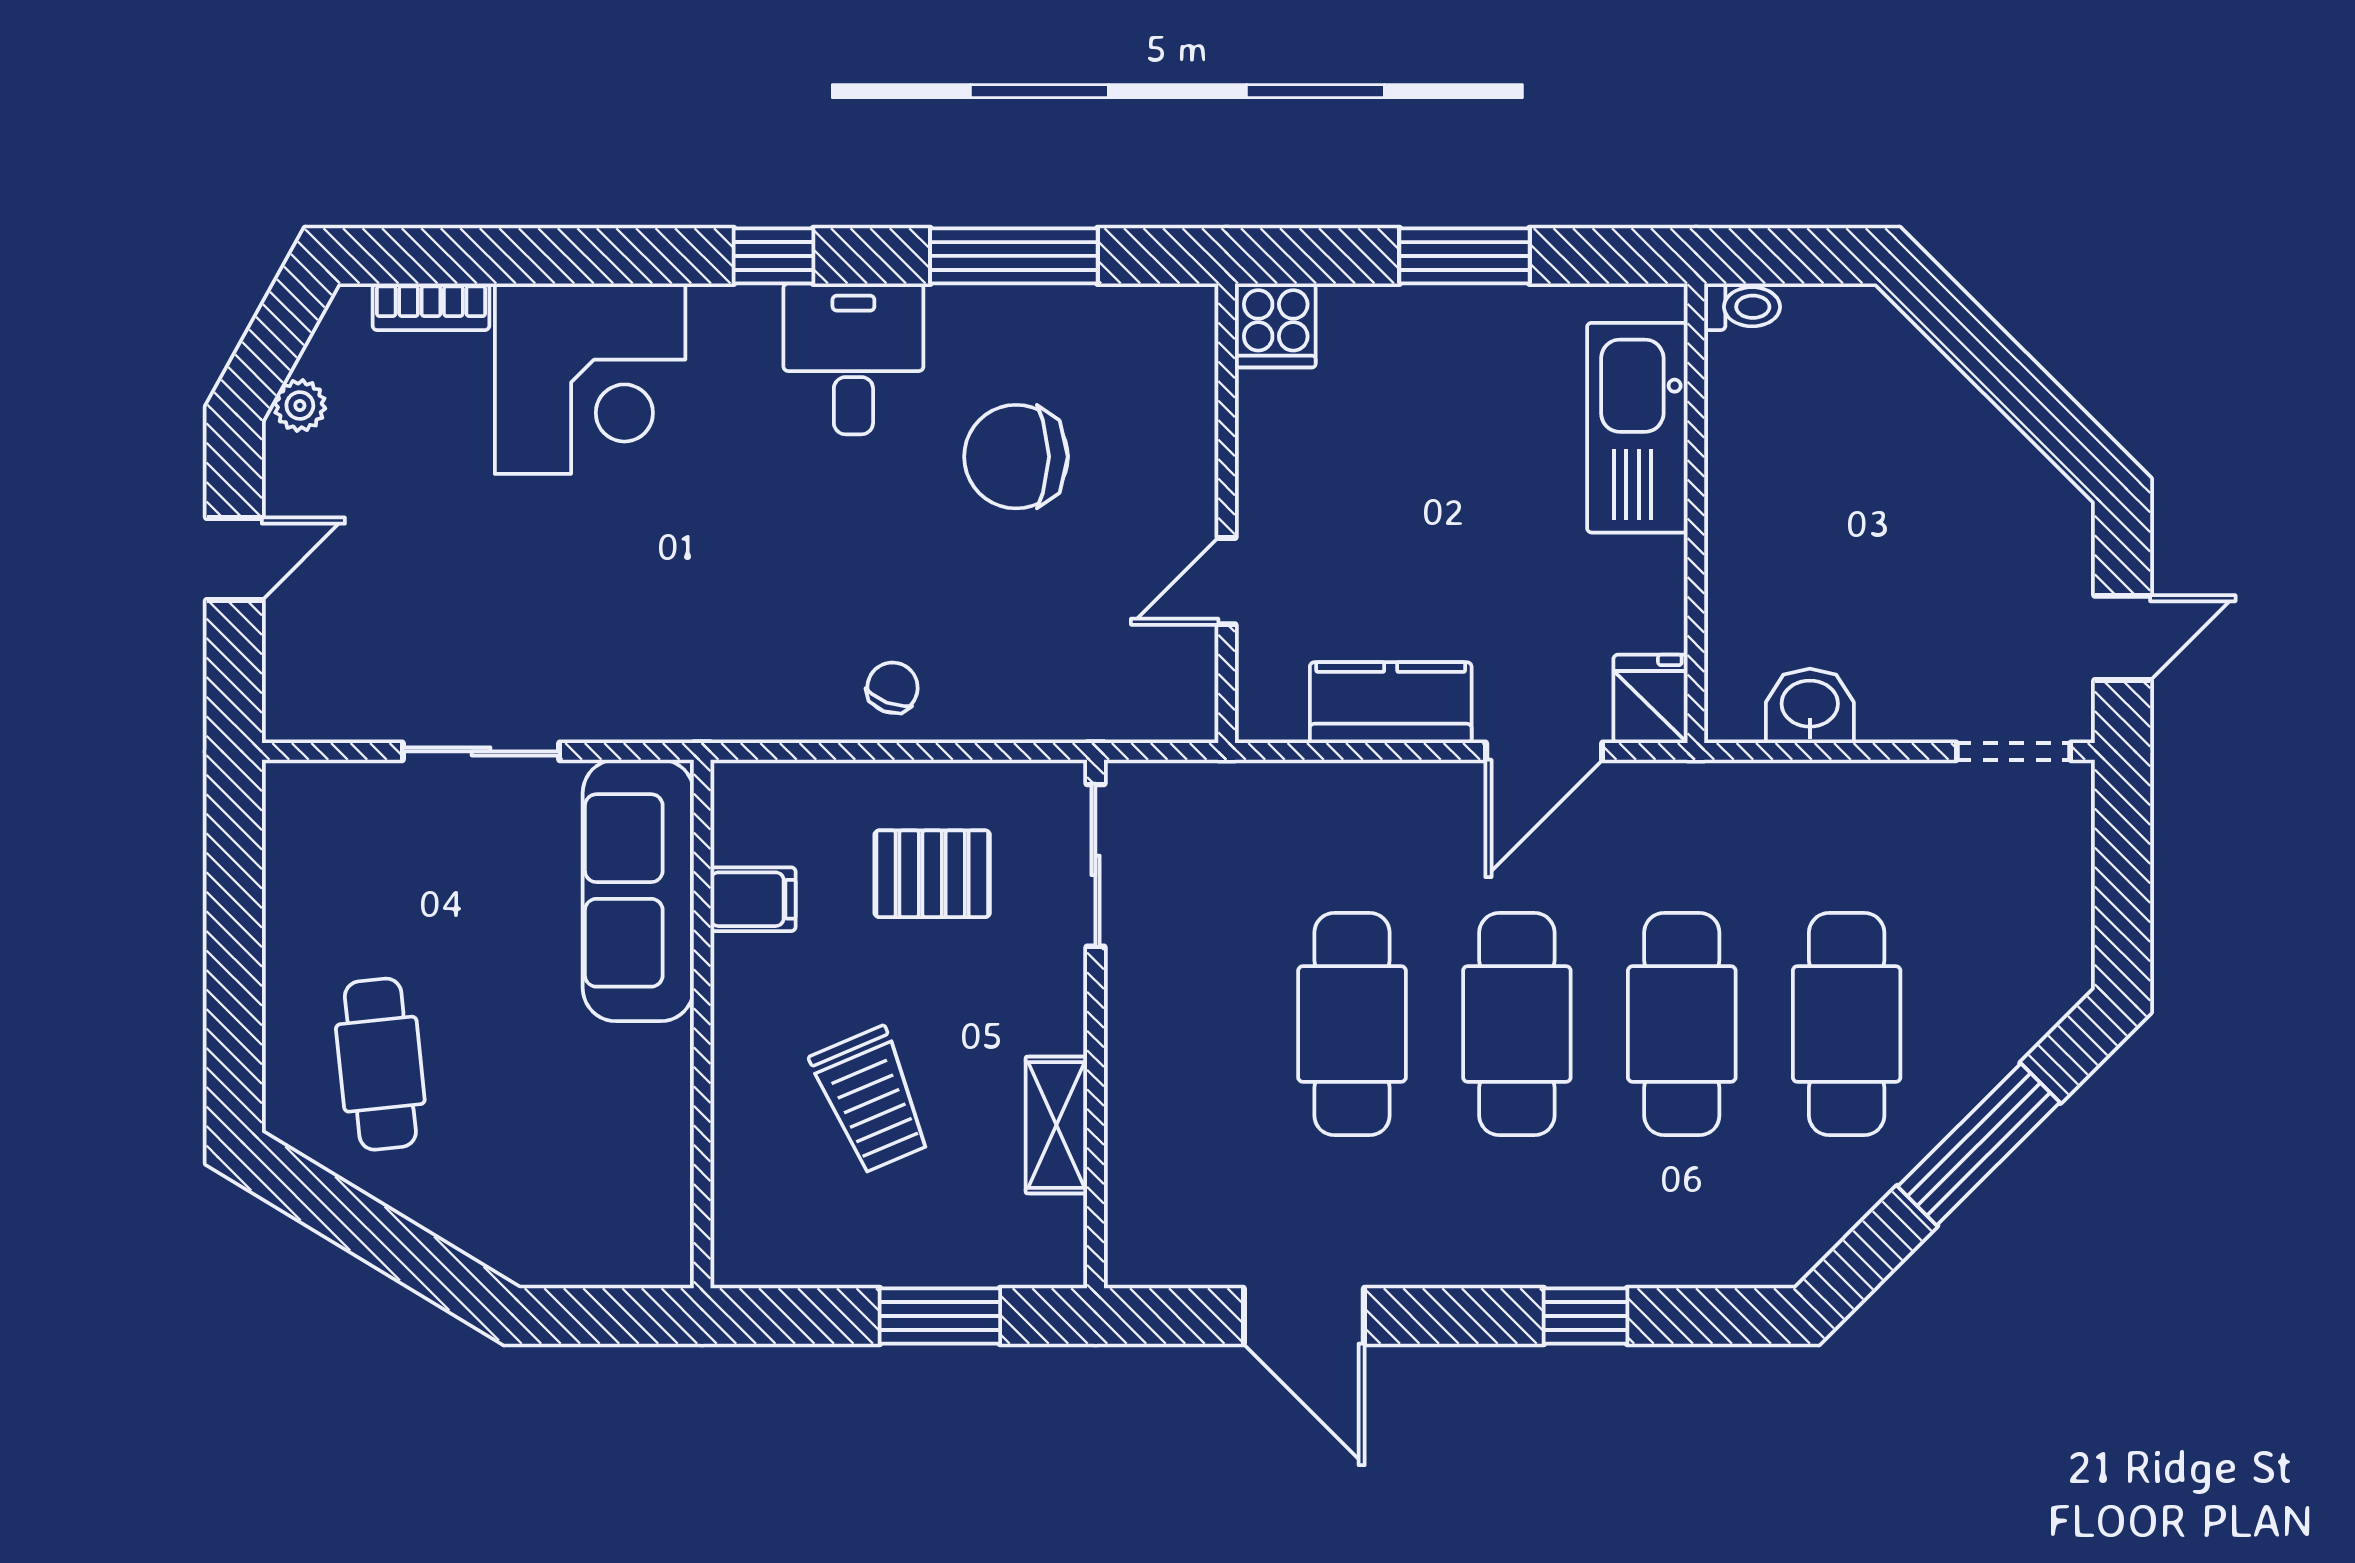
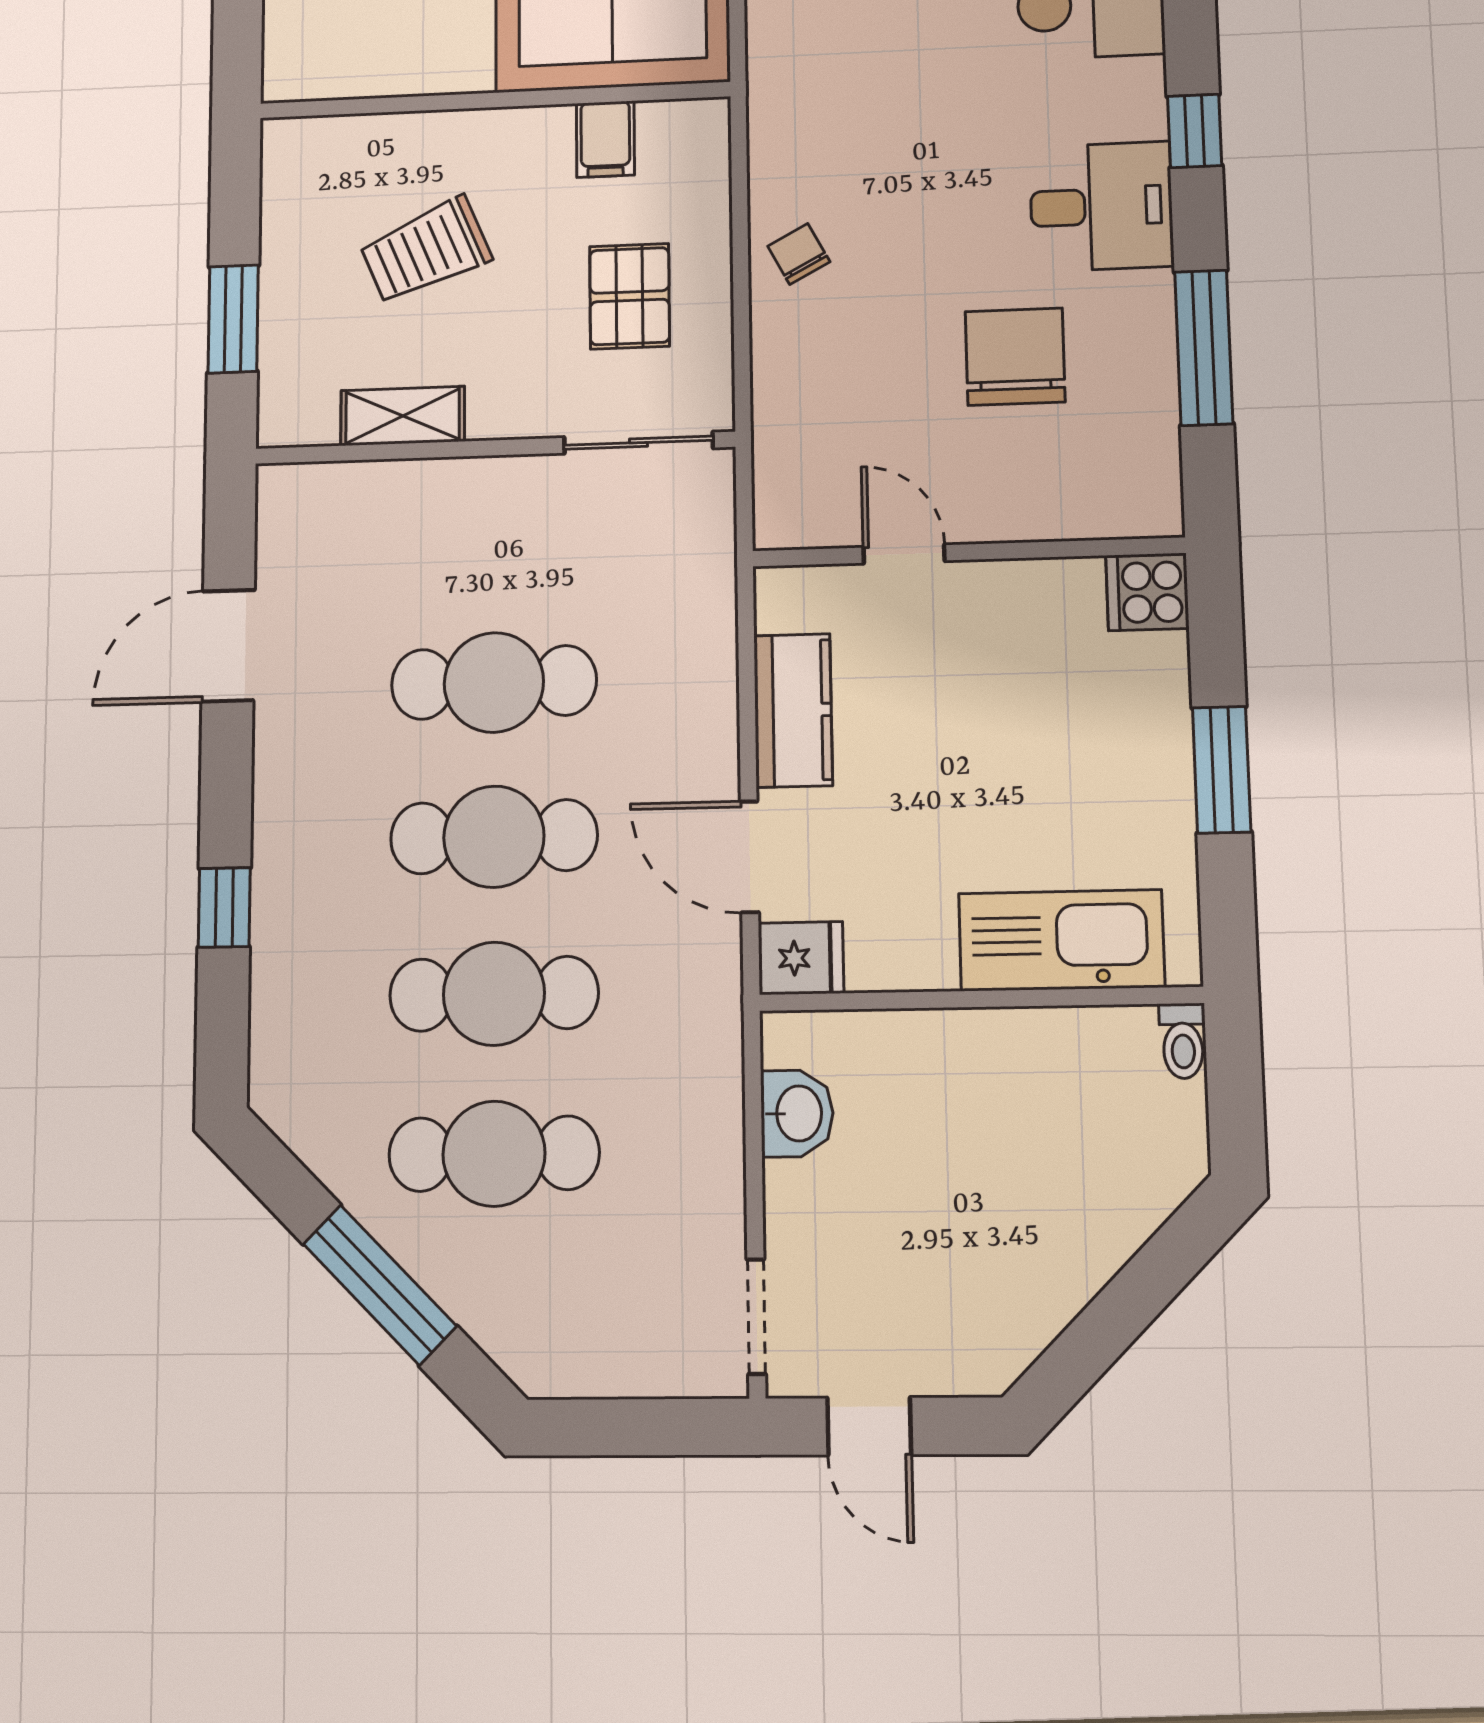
chair: (893, 688) -> (799, 254), turned -139

